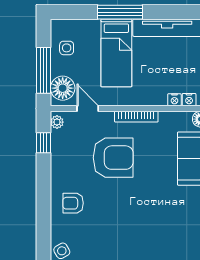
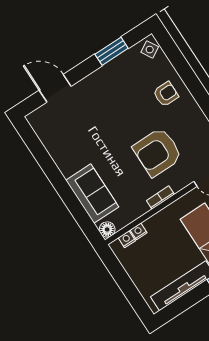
bookcase: (136, 117) -> (160, 197), width x0.64

